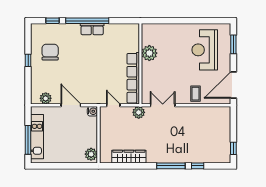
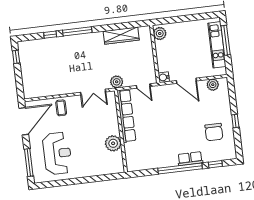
row of seats: (92, 29) -> (190, 159), moved
window: (233, 44) -> (29, 163), width x1.44

